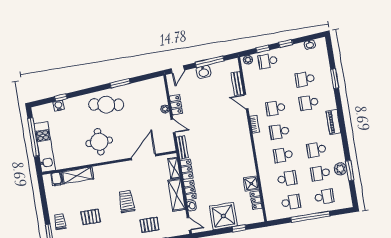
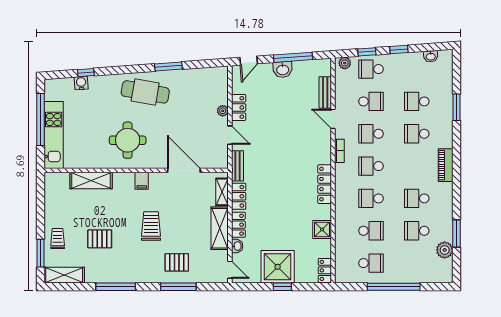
locker: (248, 150) -> (325, 184), added
door: (144, 157) -> (184, 170), hinge flipped
plant: (340, 169) -> (445, 250), moved
filing cabinet: (57, 179) -> (142, 181), moved
school desk: (324, 197) -> (371, 101), moved
locker: (256, 200) -> (325, 270), moved
window: (239, 228) -> (282, 287), moved

